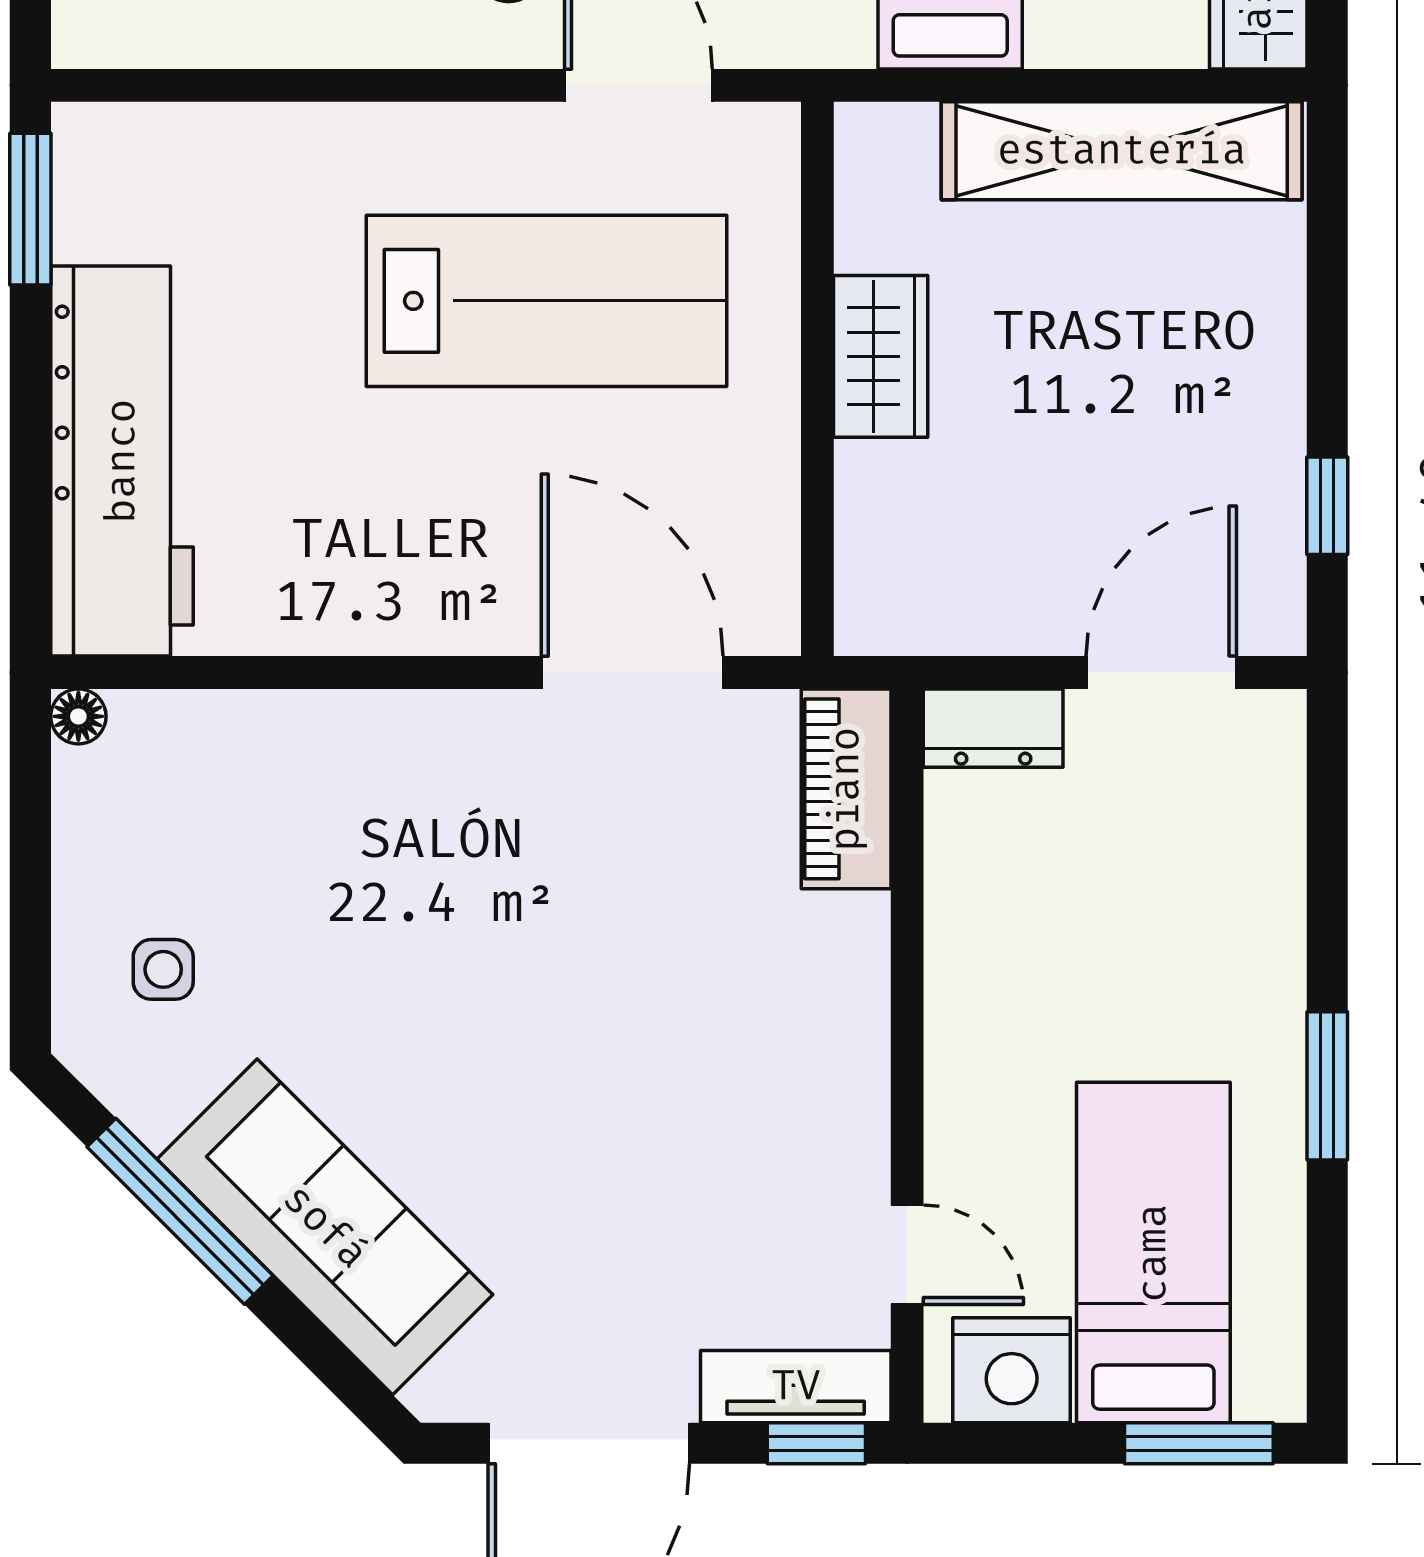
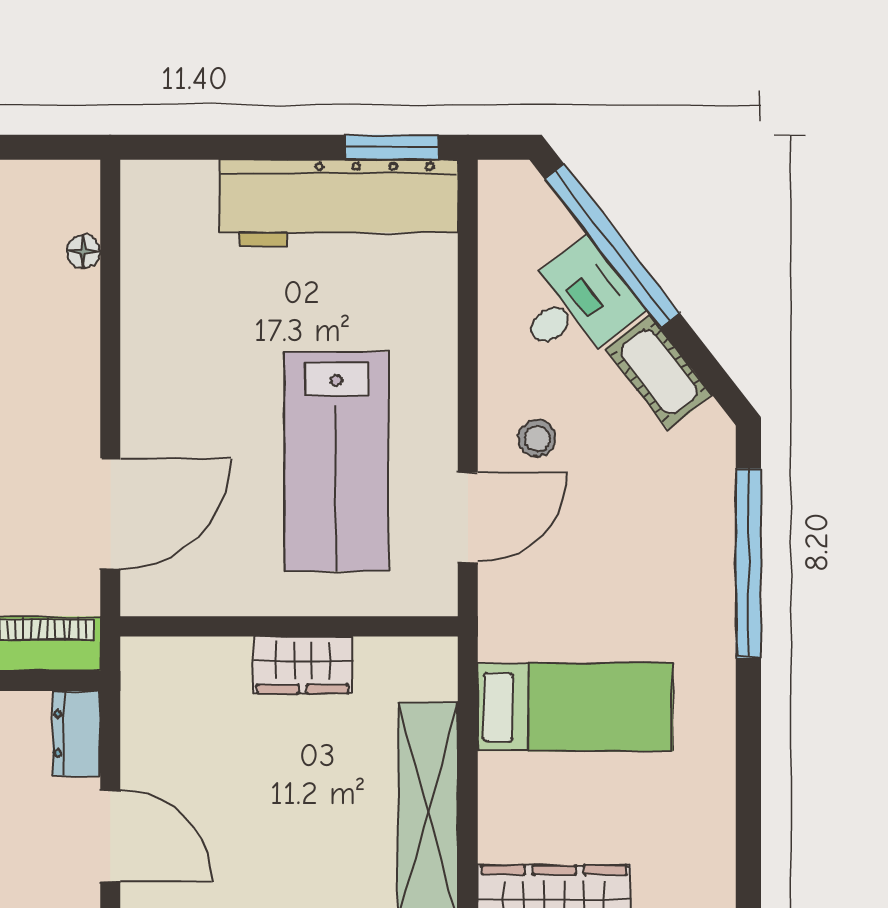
workbench: (122, 461) -> (339, 203), moved
floor lamp: (78, 716) -> (83, 251), moved

